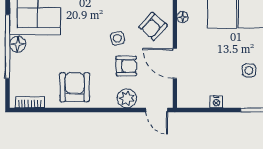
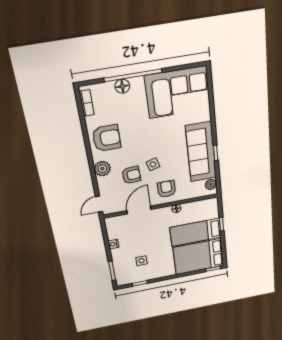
armchair: (153, 26) -> (166, 189), turned 48
floor lamp: (18, 44) -> (122, 86), moved
armchair: (126, 66) -> (131, 175), turned -93
plant: (127, 98) -> (102, 169), moved

